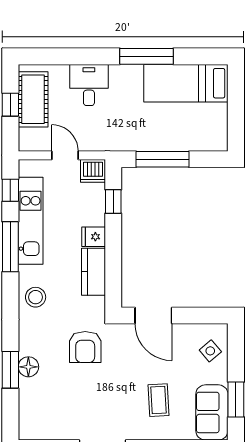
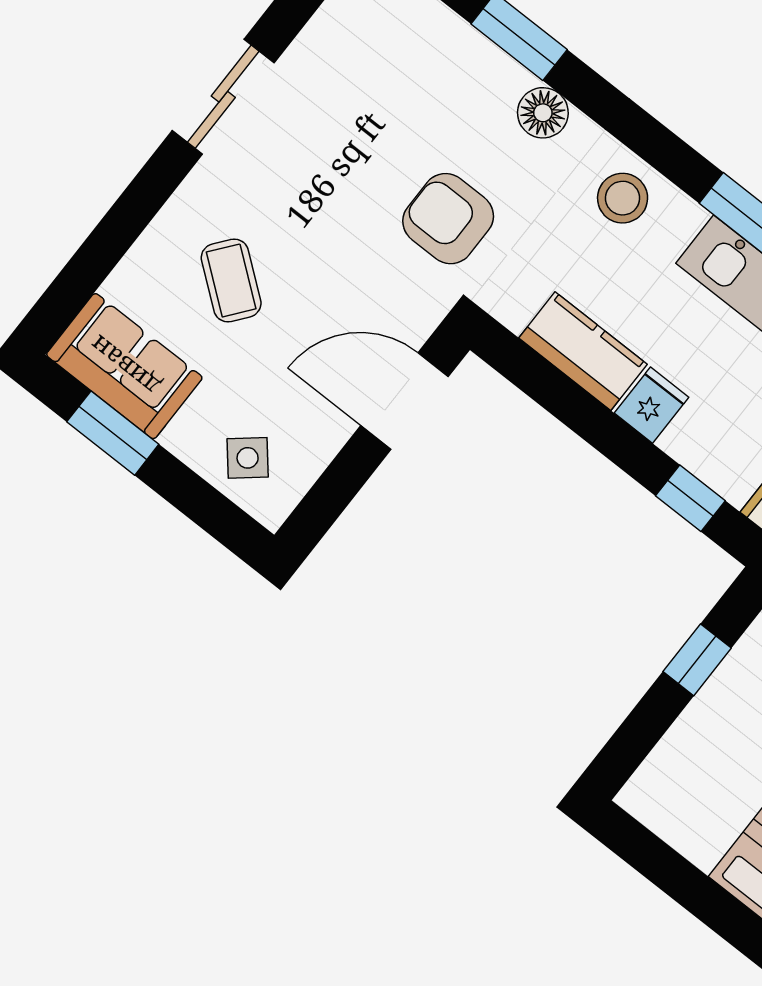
window: (162, 159) -> (697, 660), width x0.46
floor lamp: (28, 367) -> (543, 113), moved
coffee table: (158, 400) -> (231, 280), turned 41

